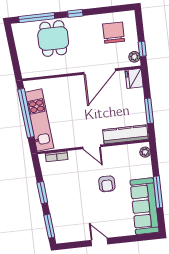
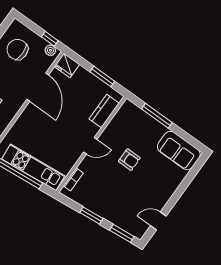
kitchen counter: (125, 134) -> (104, 111), width x0.67
plant: (145, 152) -> (131, 108), removed
window: (158, 192) -> (157, 116), moved
sofa: (144, 206) -> (179, 151), width x0.73
door: (99, 242) -> (158, 221), moved

